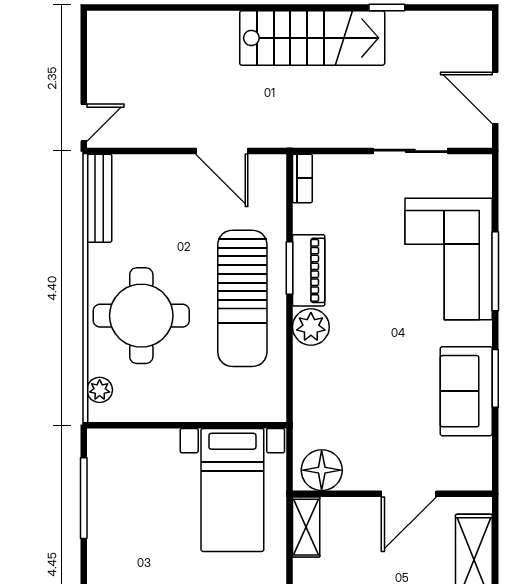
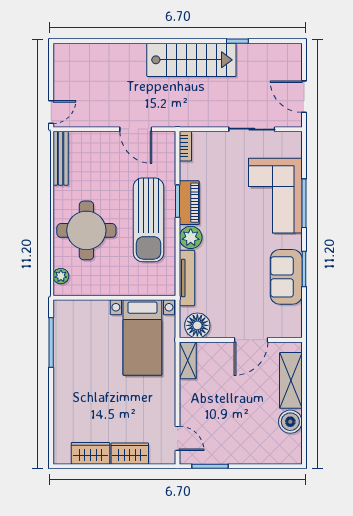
tv unit: (305, 393) -> (187, 278), added

